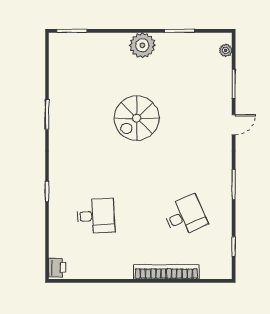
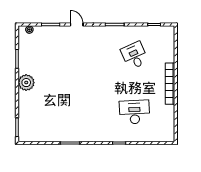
spiral stairs: (137, 118) -> (73, 86), removed
desk: (96, 216) -> (135, 112), width x1.37
printer: (57, 268) -> (167, 137), removed
bookcase: (166, 272) -> (170, 84), moved

